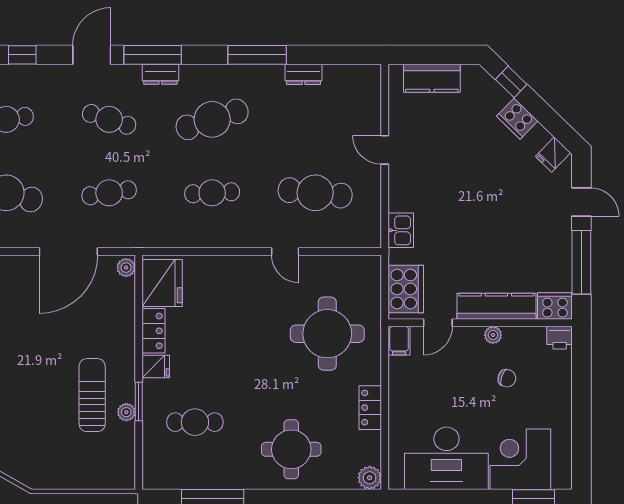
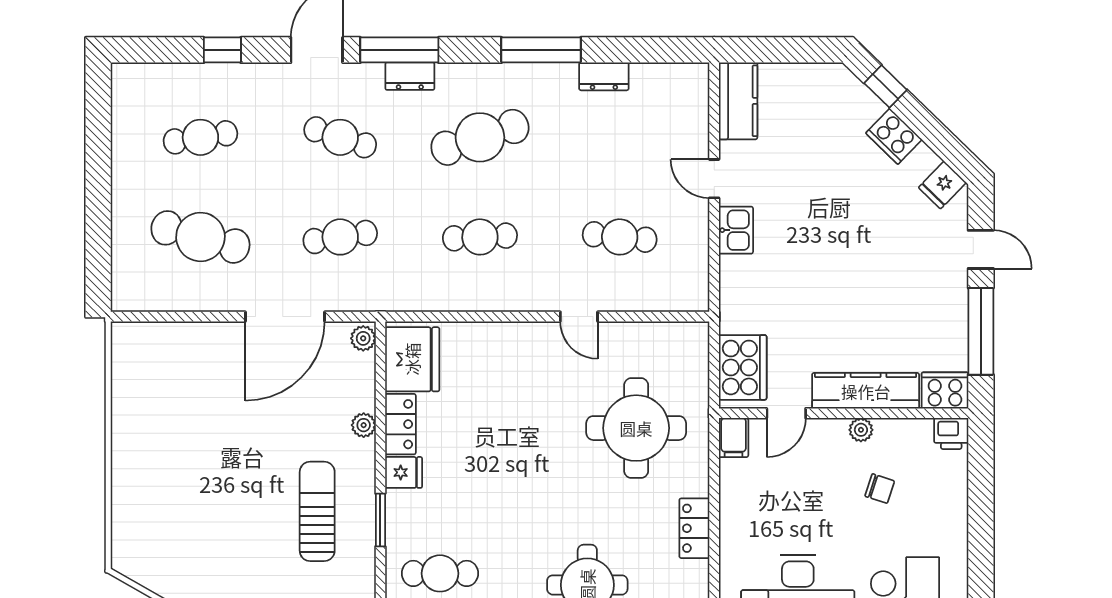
kitchen counter: (432, 78) -> (738, 101), moved, turned -90
cafe table: (315, 193) -> (620, 237), width x0.73, depth x0.74
kitchen sink: (401, 230) -> (736, 230), moved
plant: (126, 412) -> (364, 425), moved
cafe table: (195, 422) -> (440, 573), moved

